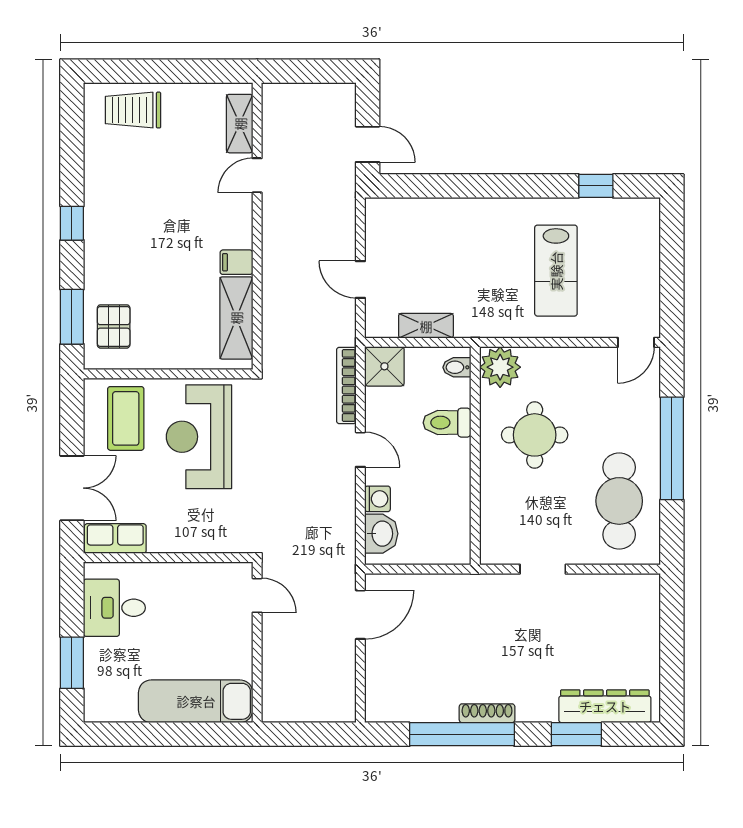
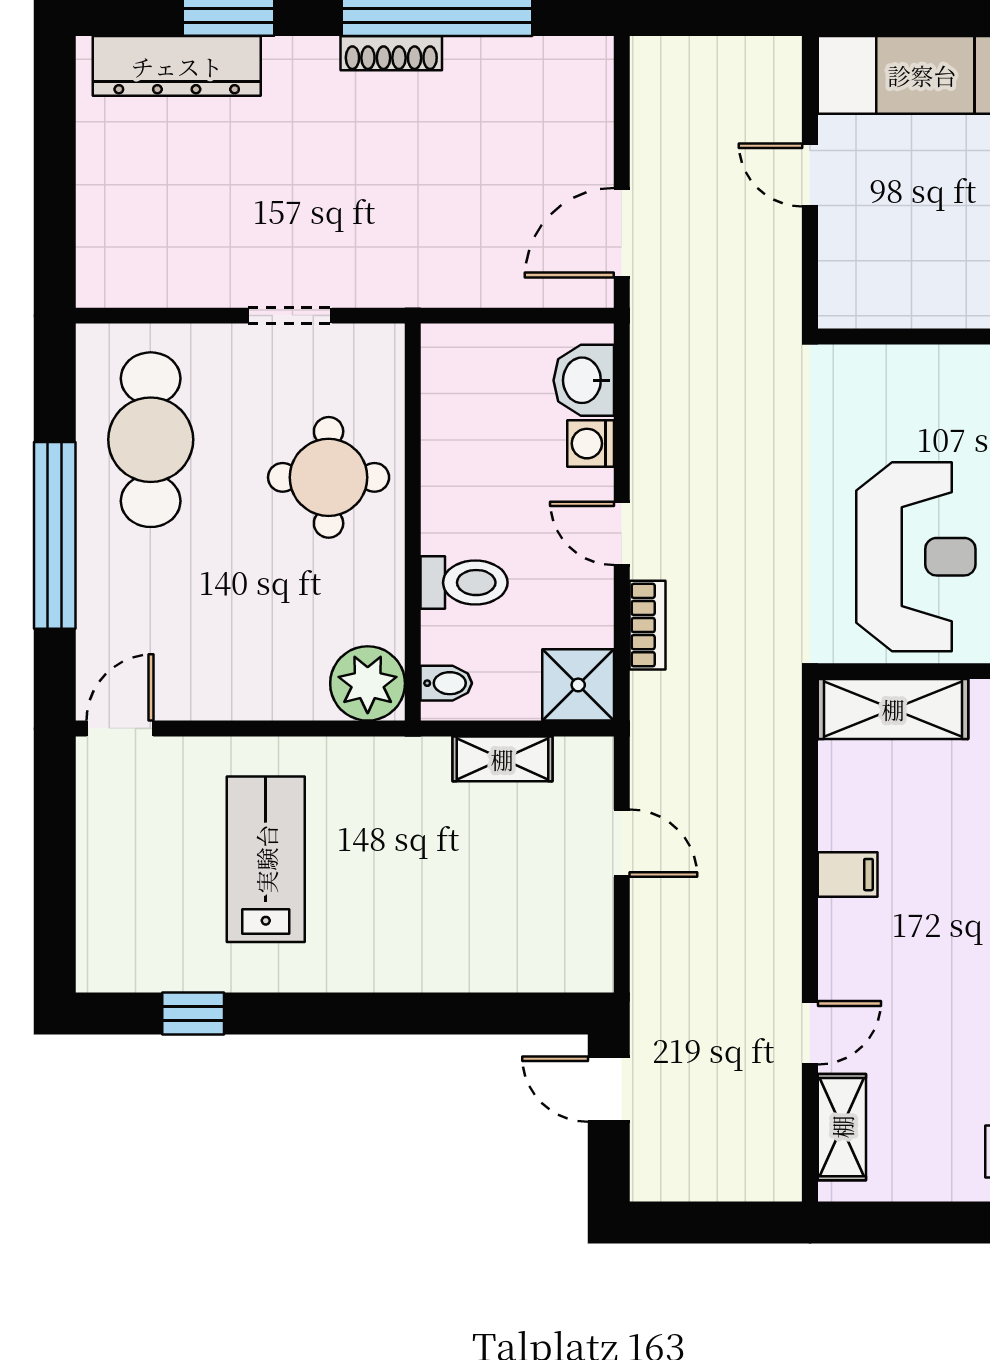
shelving: (236, 318) -> (893, 709), moved, turned 90
bookcase: (346, 385) -> (647, 625), width x0.64
round table: (535, 435) -> (329, 477), moved
door: (257, 595) -> (810, 175), moved

